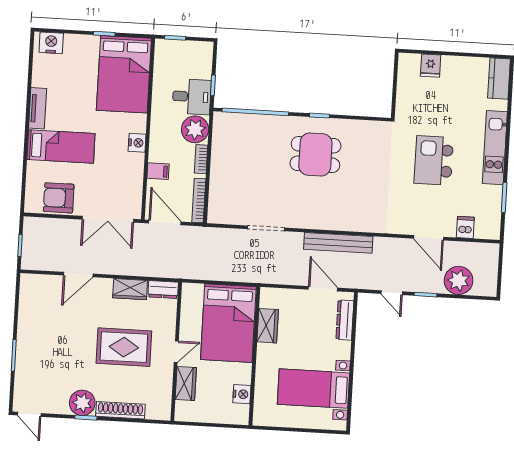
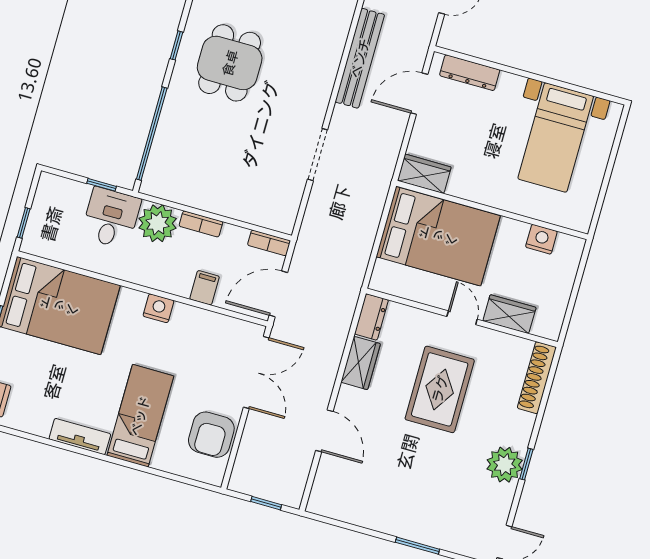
bookcase: (199, 201) -> (269, 243), width x0.64
wardrobe: (268, 326) -> (424, 174), moved
shoe rack: (120, 410) -> (537, 378), moved

